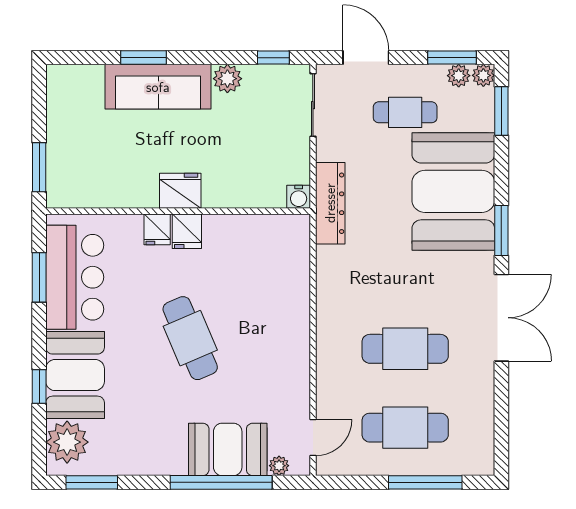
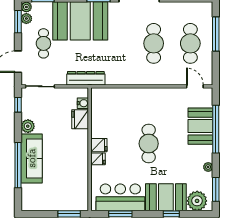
window: (144, 58) -> (18, 165), width x2.11
fridge: (180, 191) -> (80, 119), moved
water cooler: (299, 197) -> (83, 103), moved
cafe table: (190, 338) -> (149, 144), turned -67
plant: (279, 466) -> (208, 167), moved

